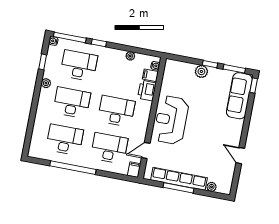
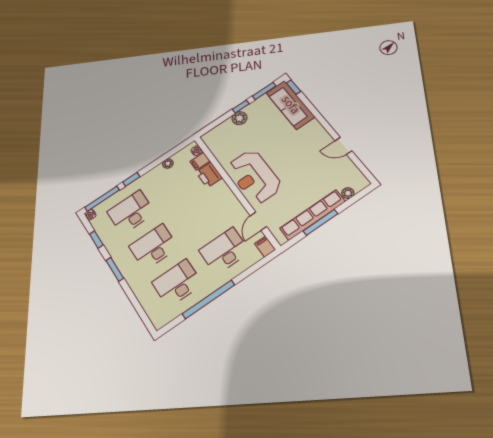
plant: (46, 83) -> (115, 253), removed
window: (37, 93) -> (115, 269), added
desk: (116, 111) -> (200, 216), removed

